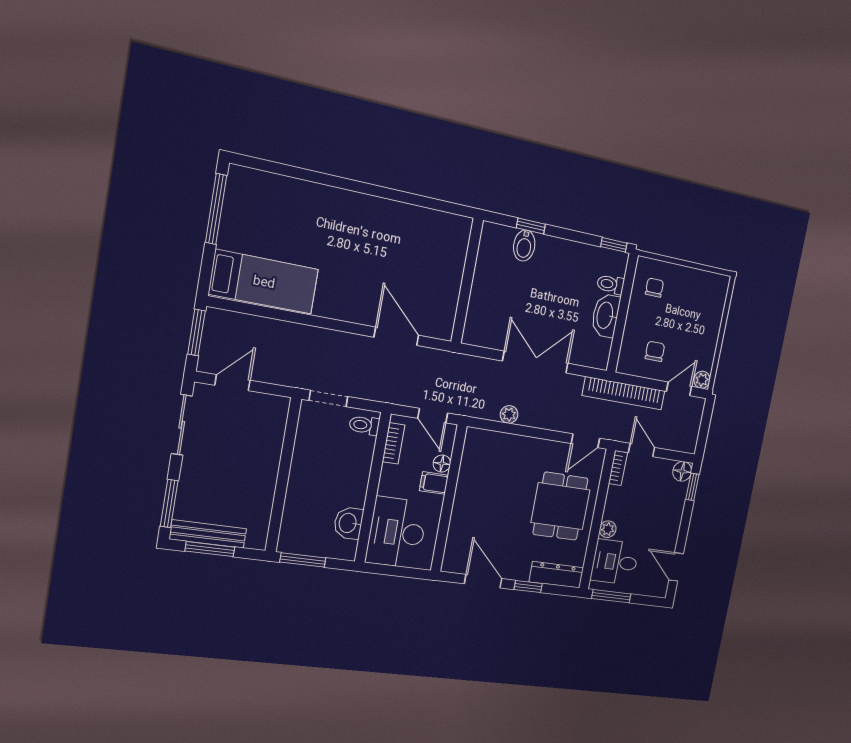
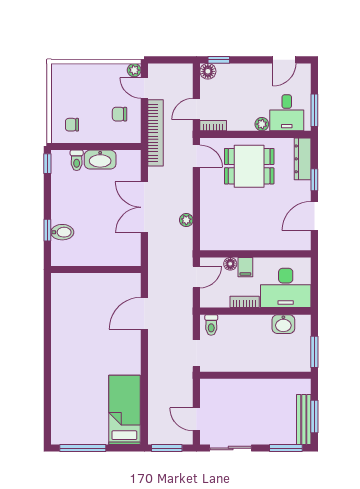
bookcase: (393, 443) -> (245, 302), moved

